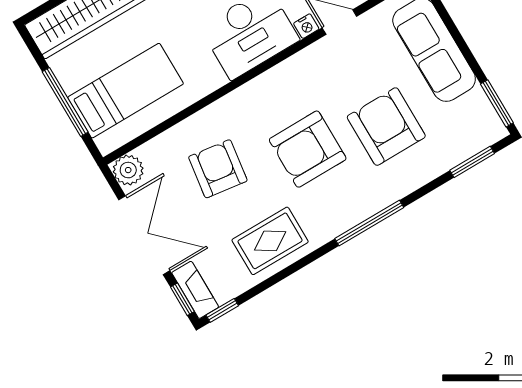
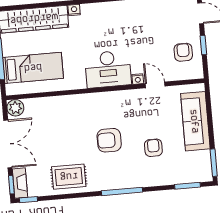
armchair: (386, 127) -> (153, 148), width x0.53, depth x0.53
armchair: (308, 149) -> (109, 140), width x0.73, depth x0.73
armchair: (218, 169) -> (60, 129), removed

